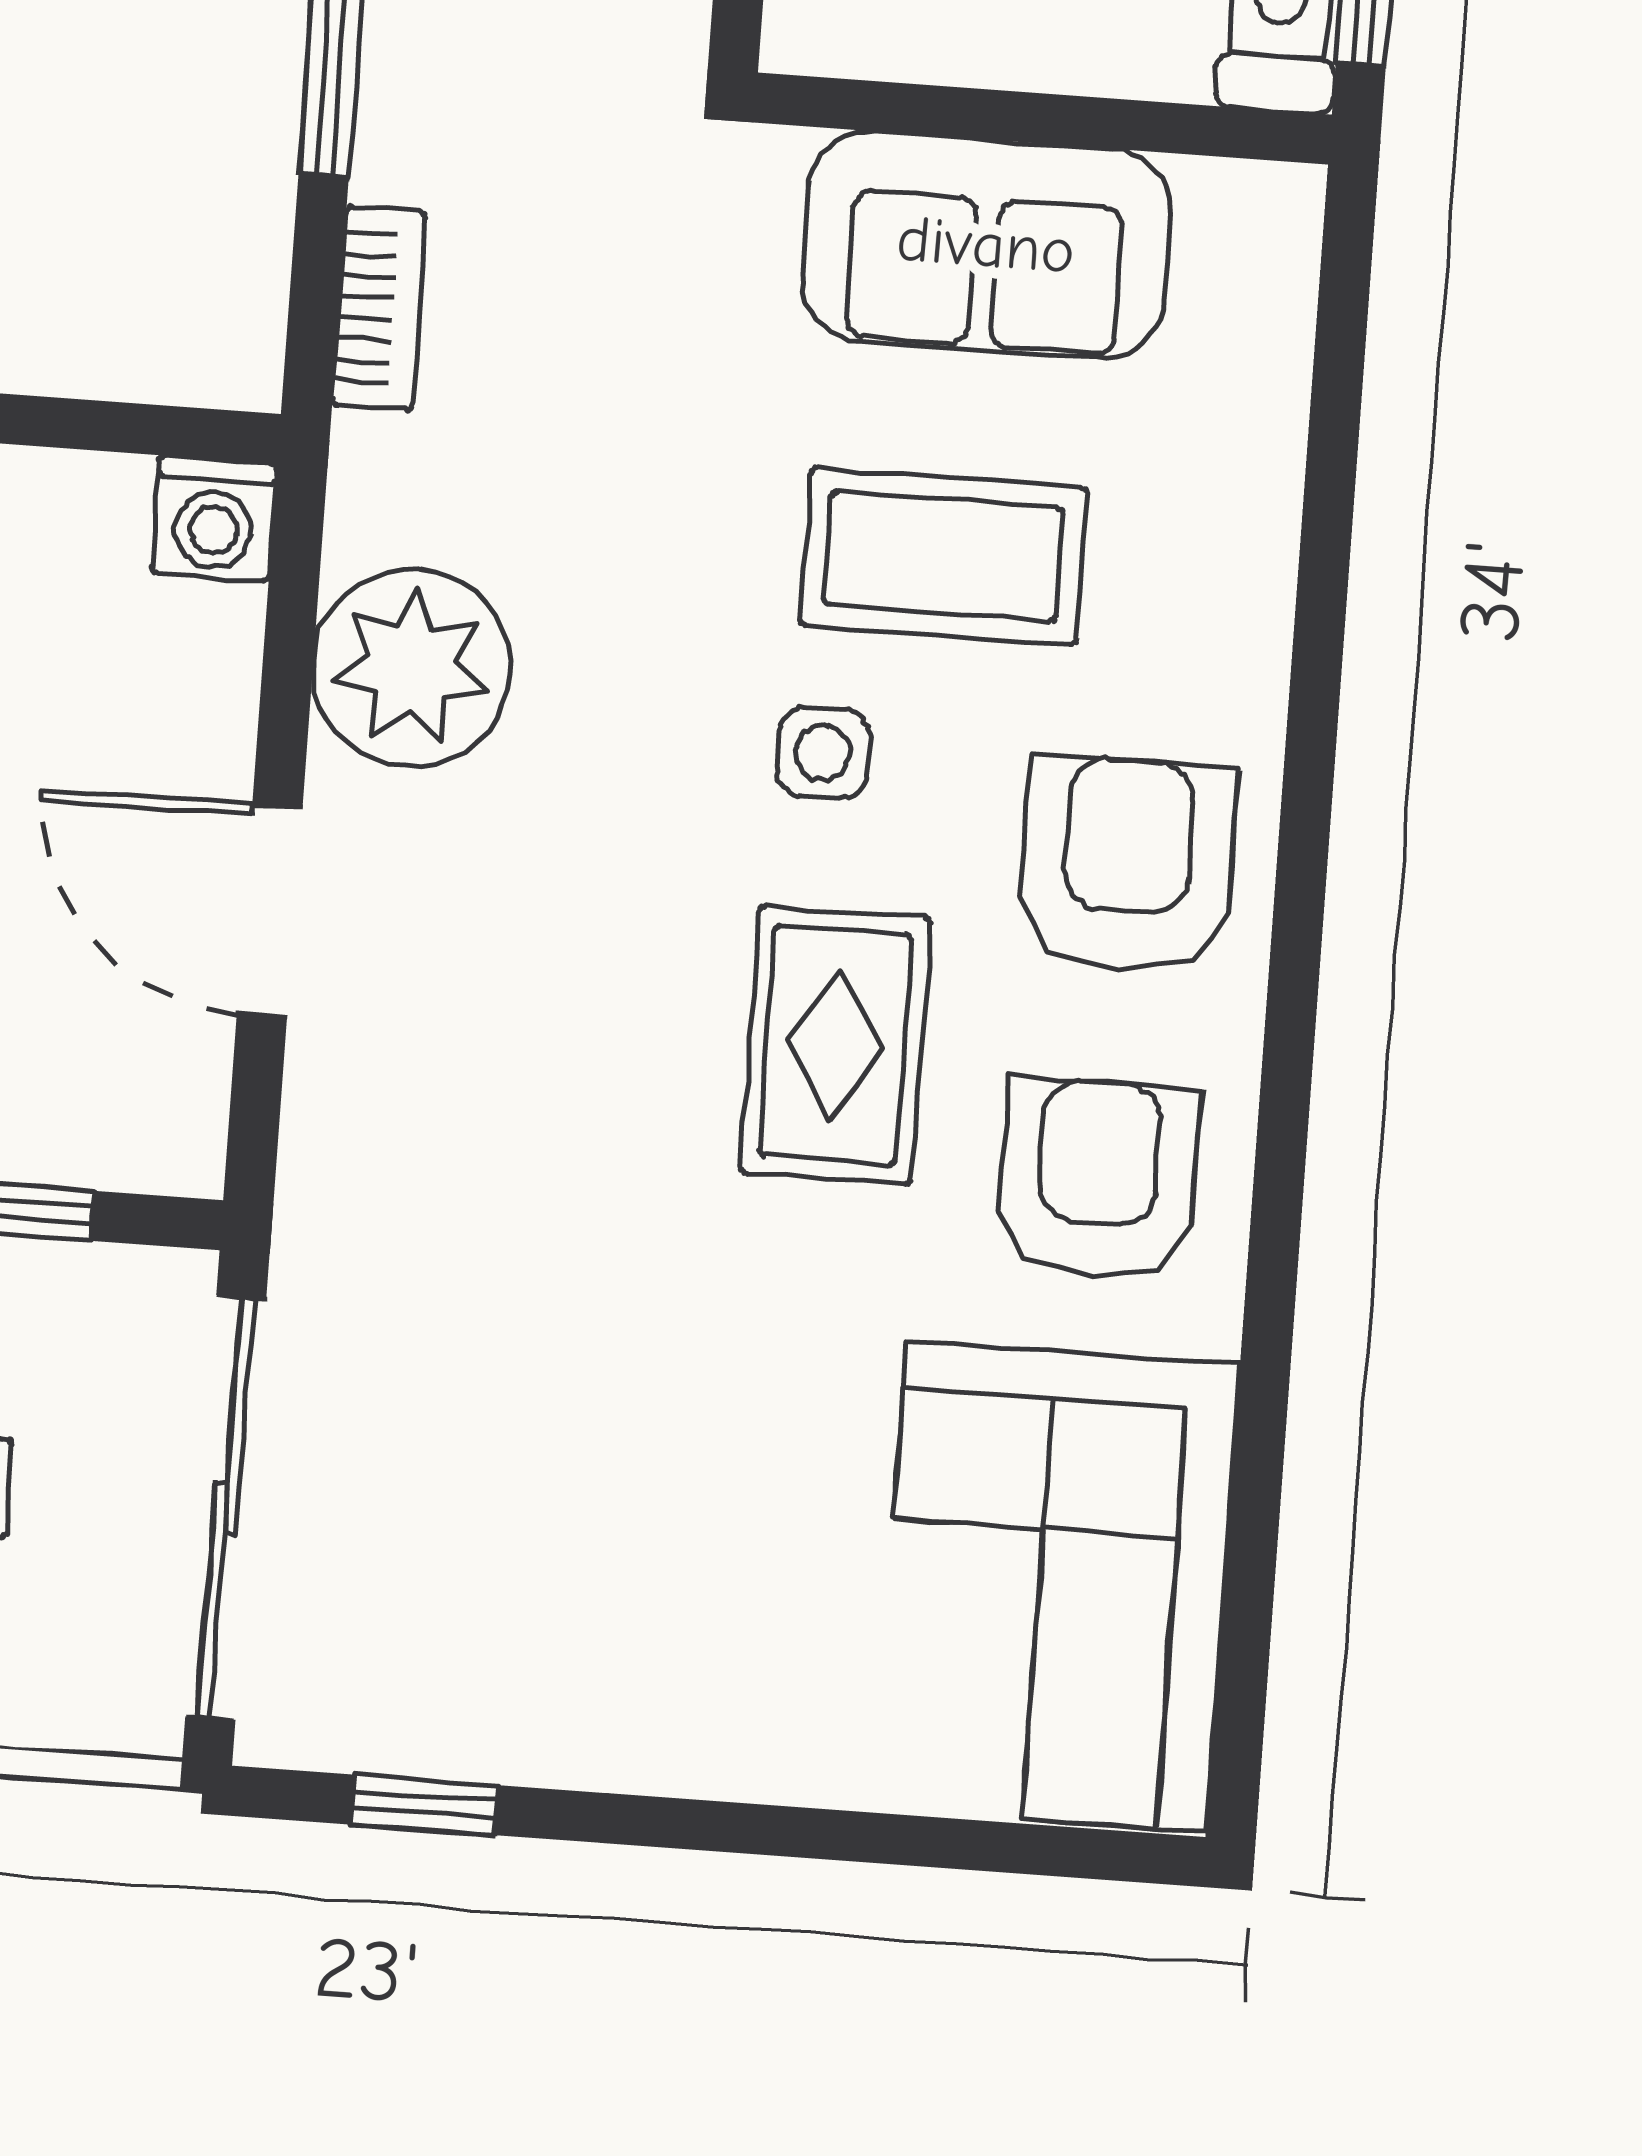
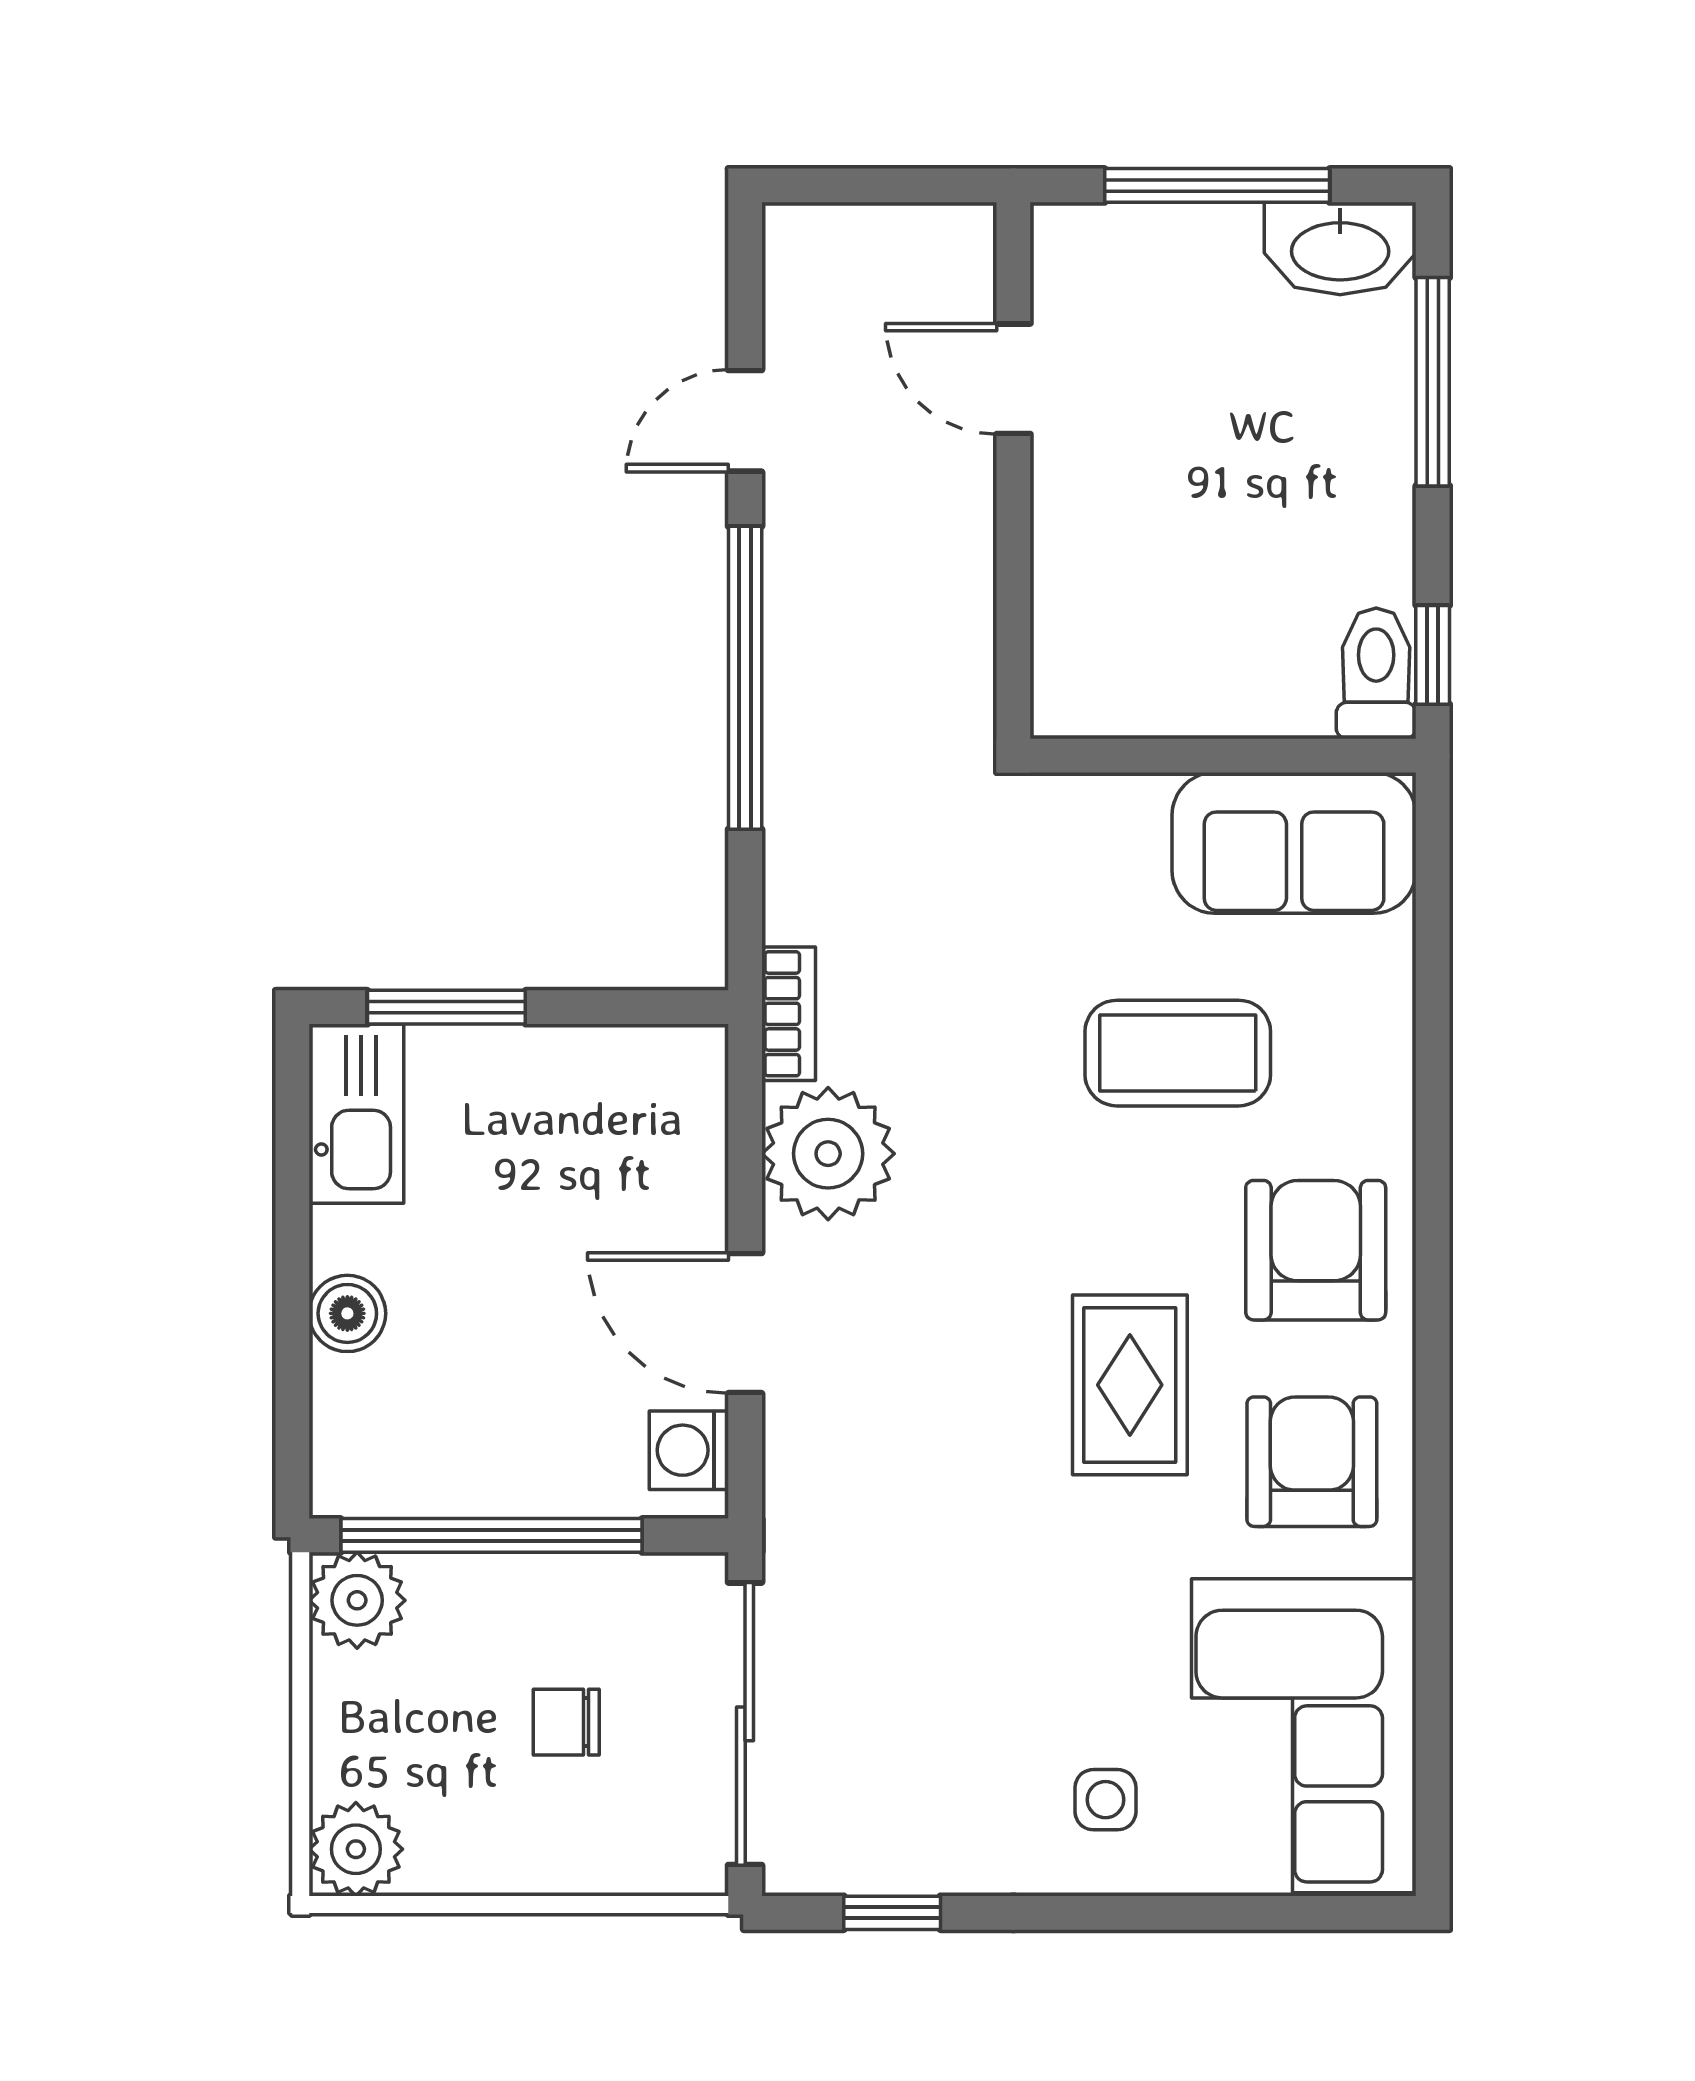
sofa: (986, 245) -> (1294, 843), moved
bookcase: (379, 309) -> (789, 1014), moved
washing machine: (214, 518) -> (689, 1450), moved, turned 90
side table: (823, 753) -> (1105, 1800), moved

